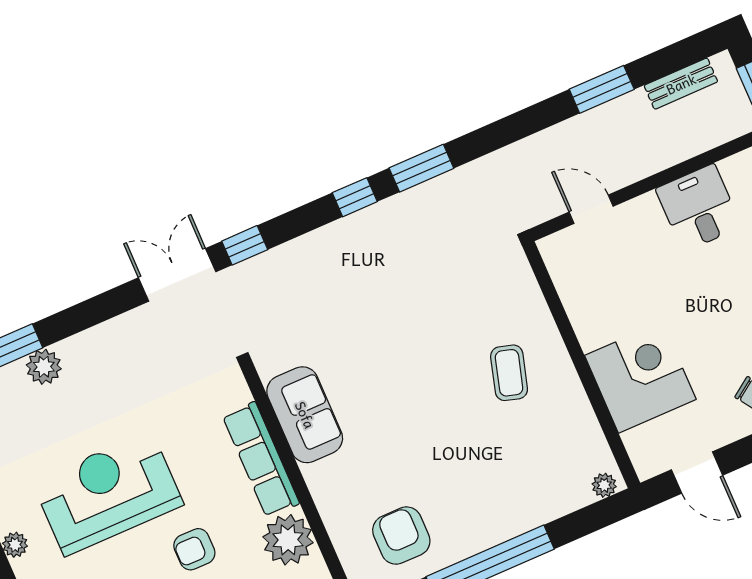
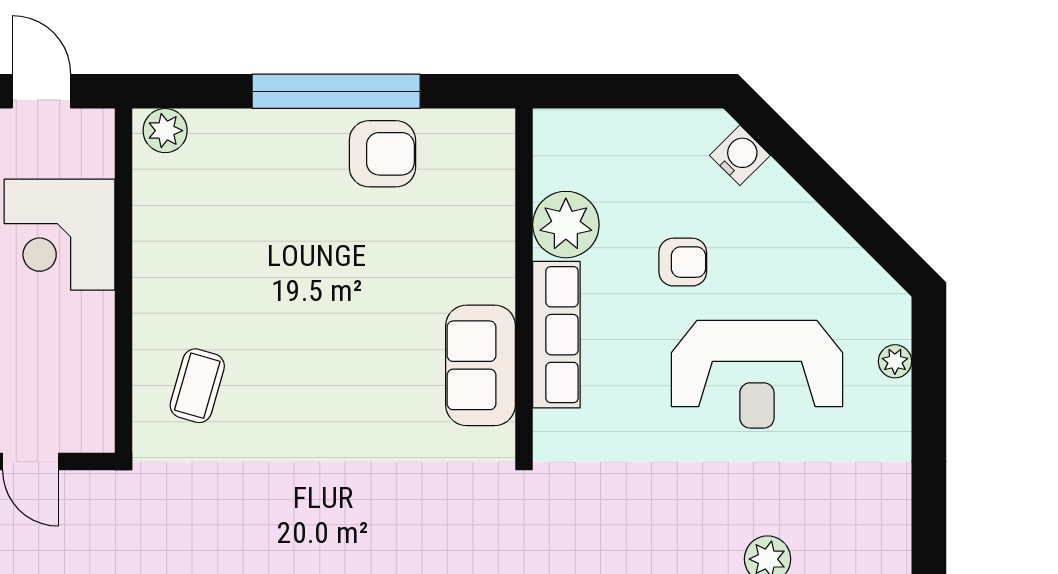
coffee table: (509, 373) -> (197, 386), moved
plant: (604, 485) -> (165, 131), width x1.38, depth x1.38
armchair: (401, 536) -> (382, 154), moved, turned -90

